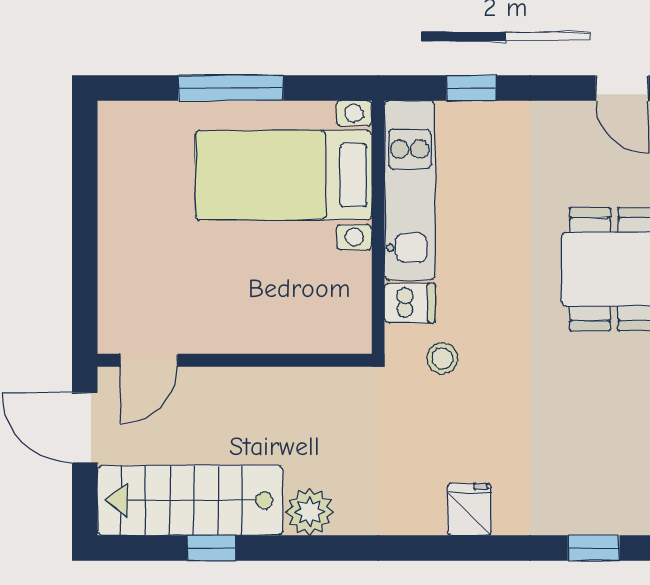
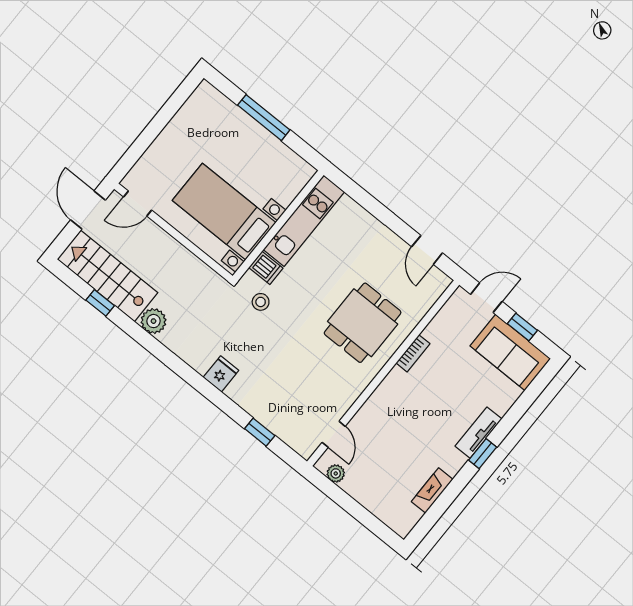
window: (471, 88) -> (364, 199), removed
bed with nightstands: (284, 175) -> (224, 212), moved

